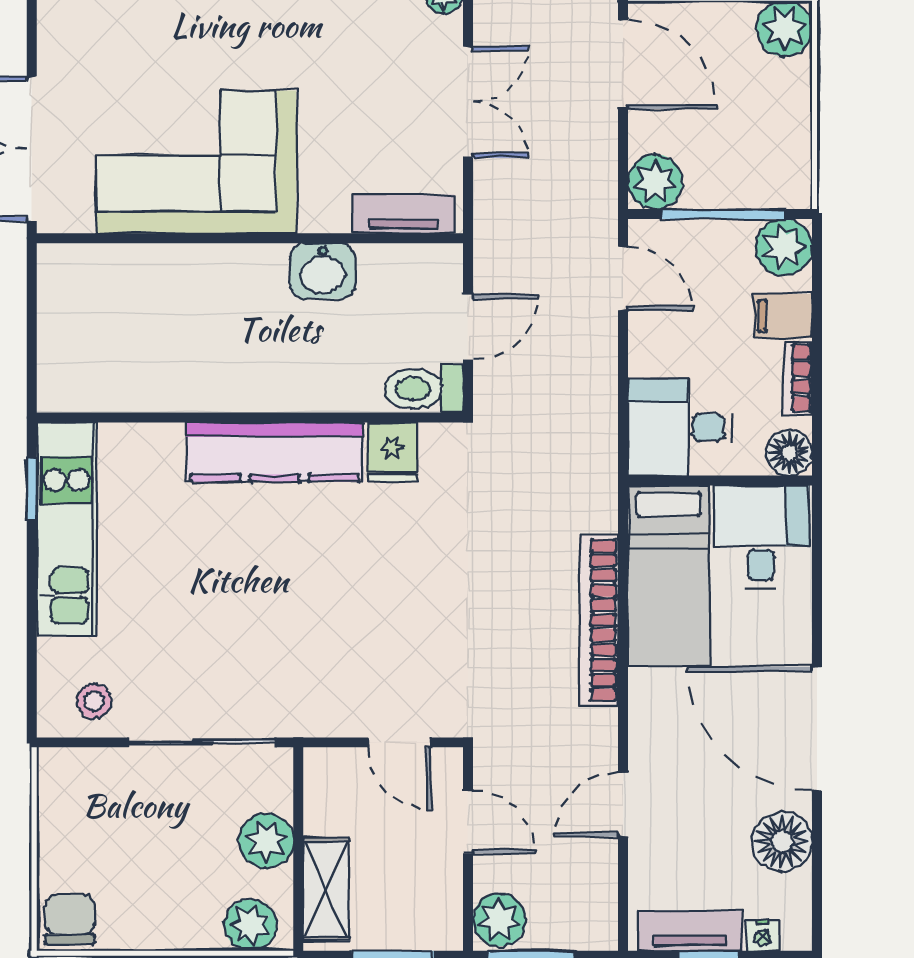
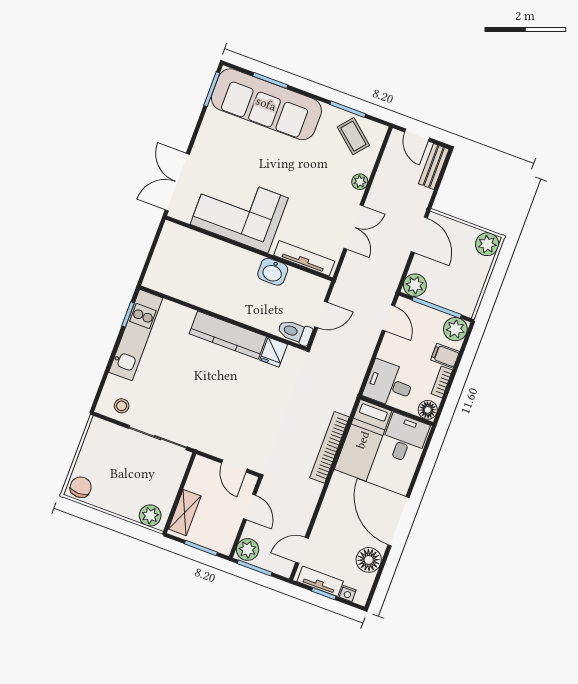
tv unit: (403, 214) -> (304, 258), width x1.41
door: (623, 805) -> (302, 550), moved
plant: (266, 841) -> (168, 485), removed

